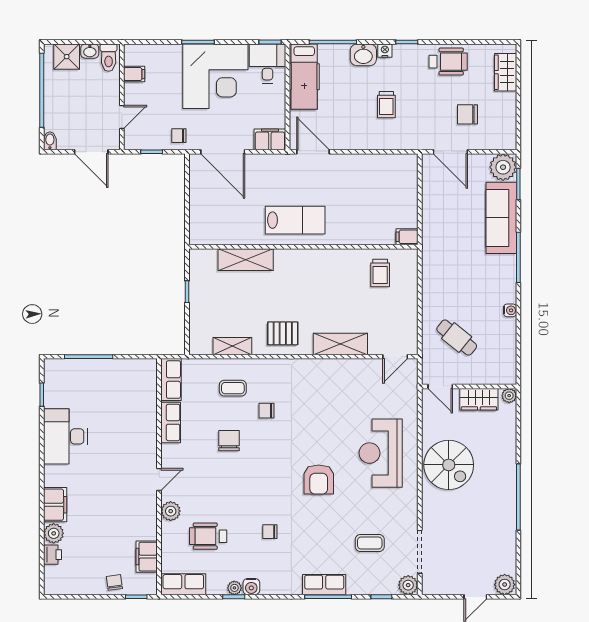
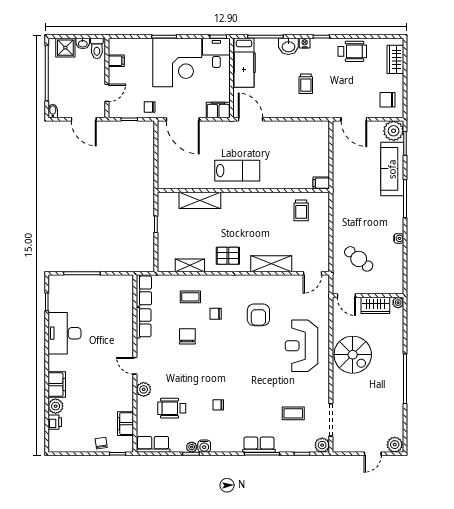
chair: (468, 114) -> (388, 100), moved
door: (159, 480) -> (135, 366), swing flipped
armchair: (319, 480) -> (258, 315), moved

